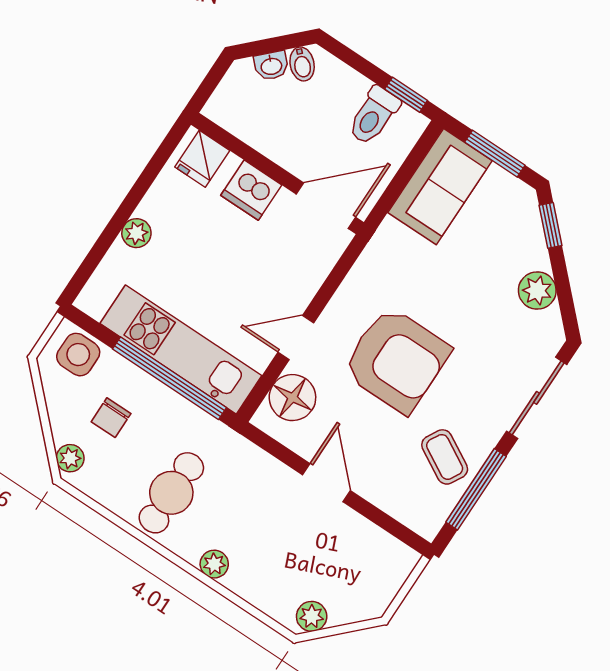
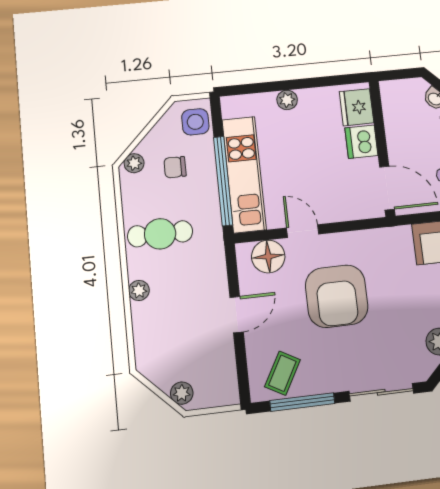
fridge: (202, 159) -> (356, 107), width x1.38
coffee table: (445, 457) -> (282, 373), moved
plant: (312, 616) -> (182, 393), moved

